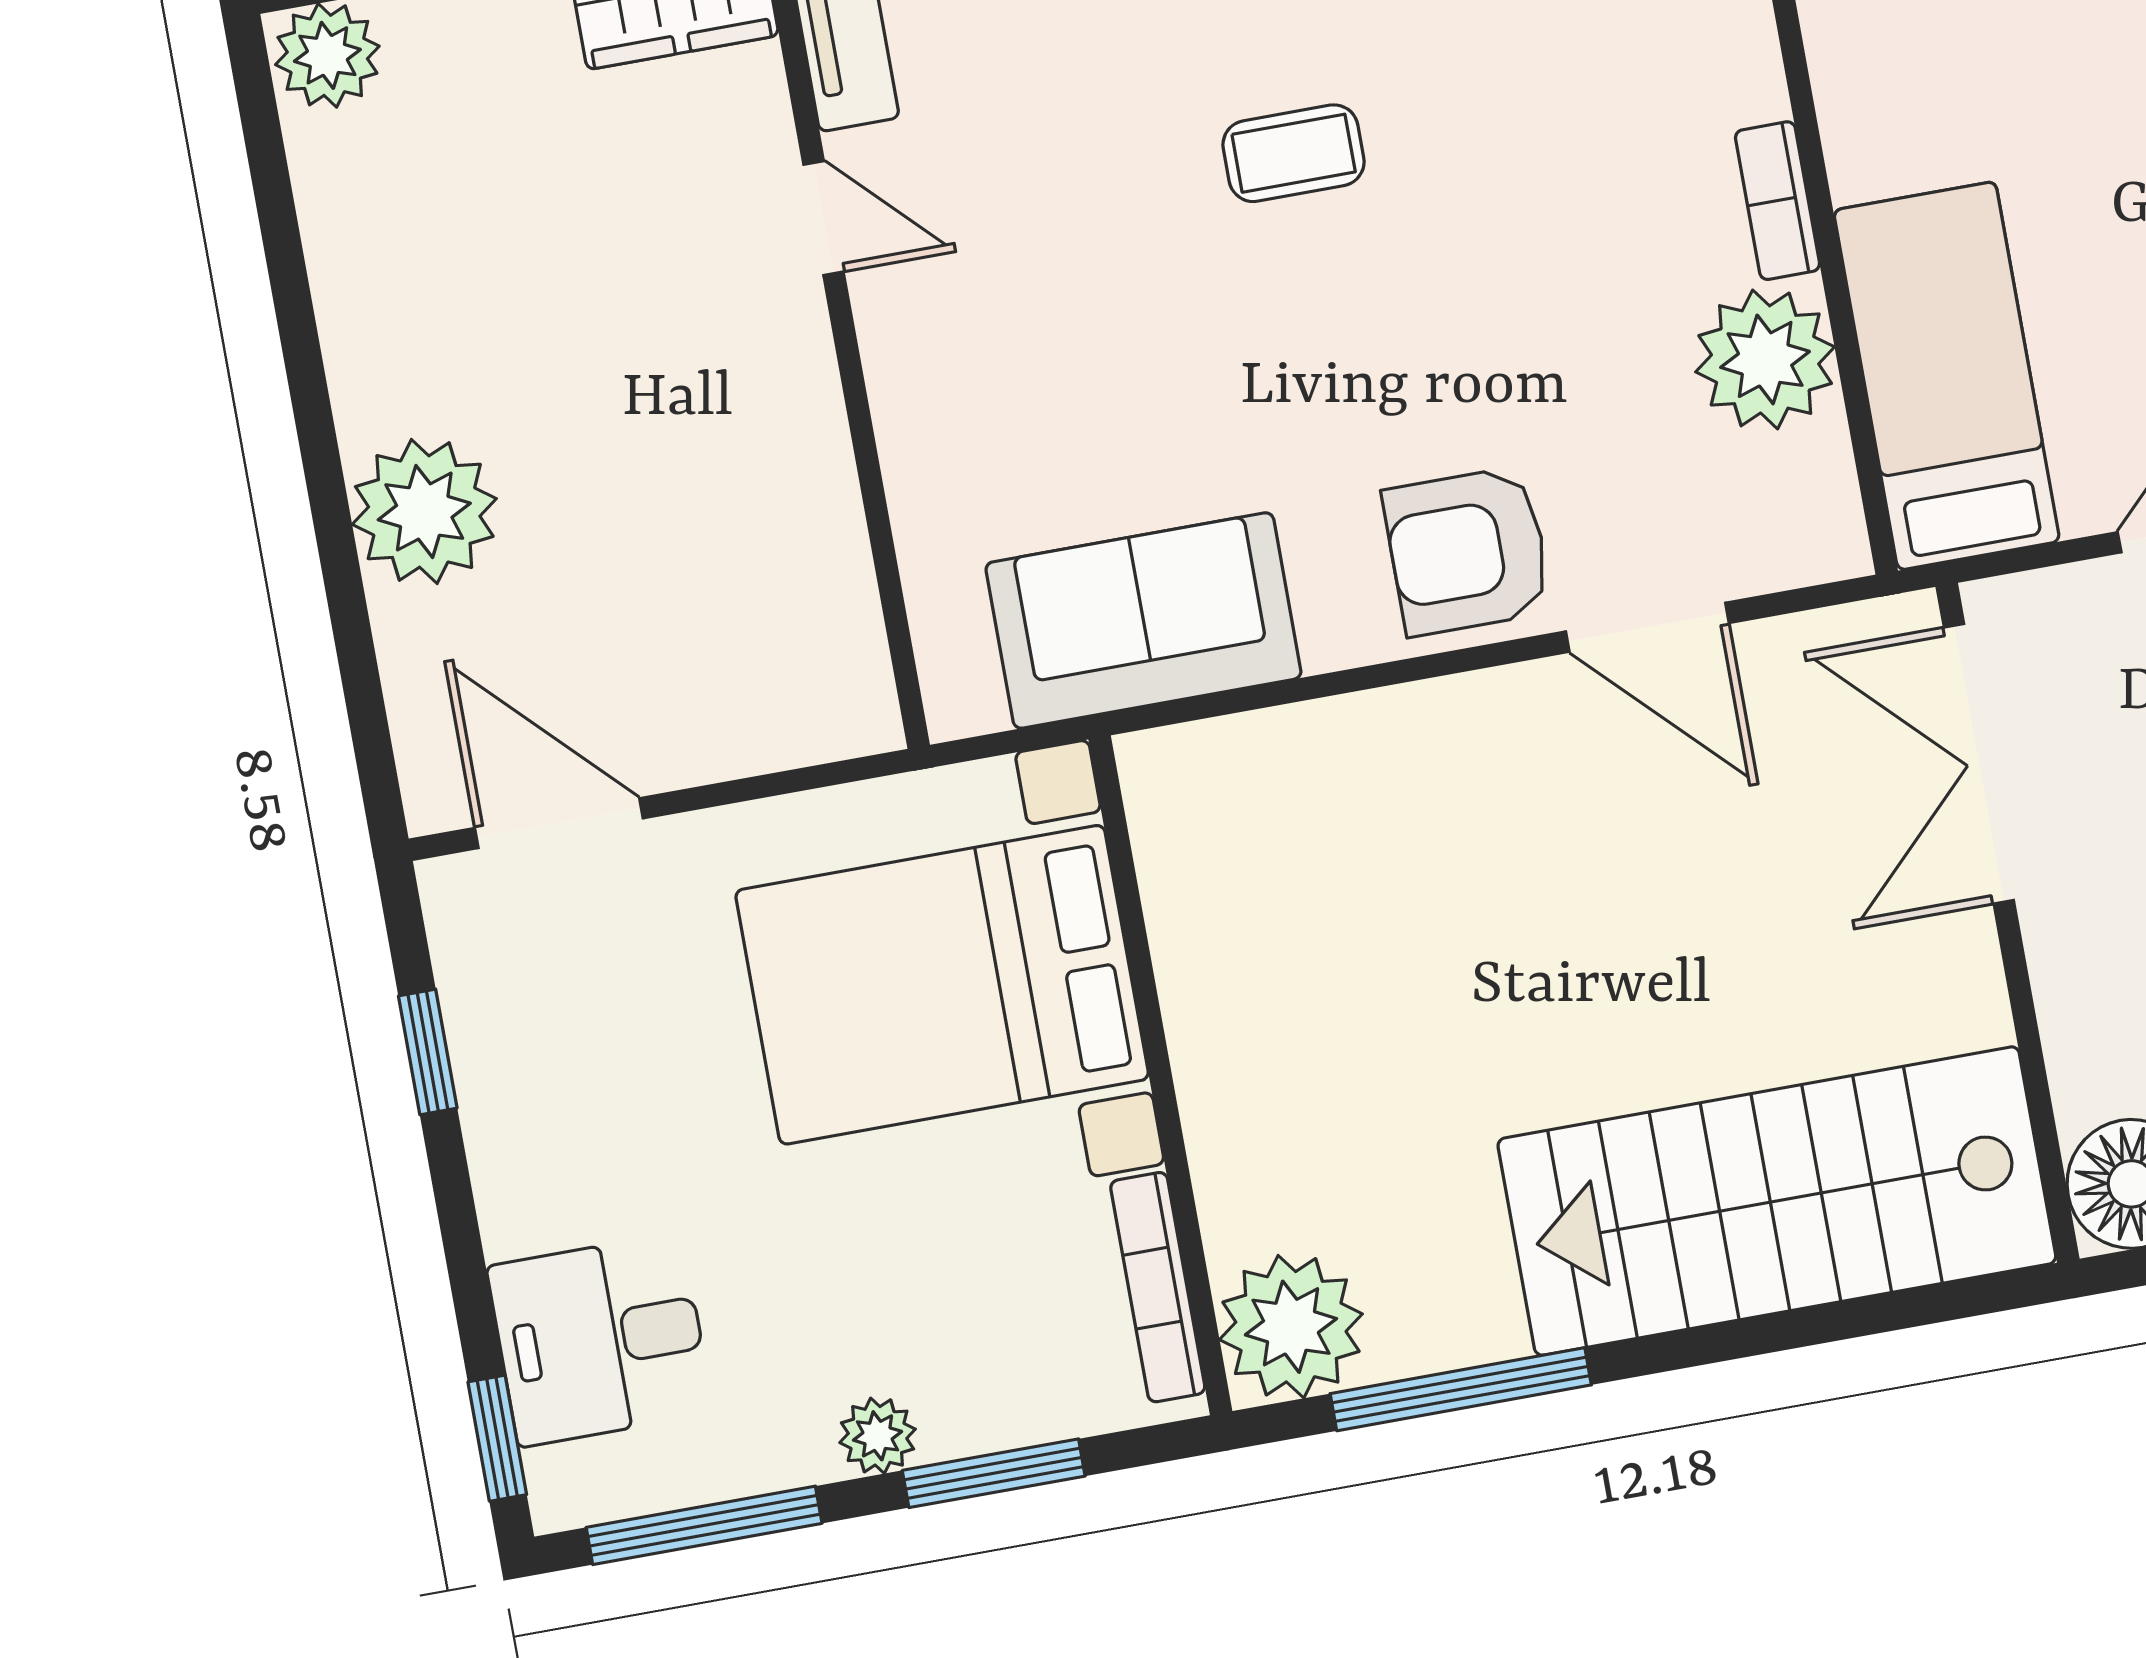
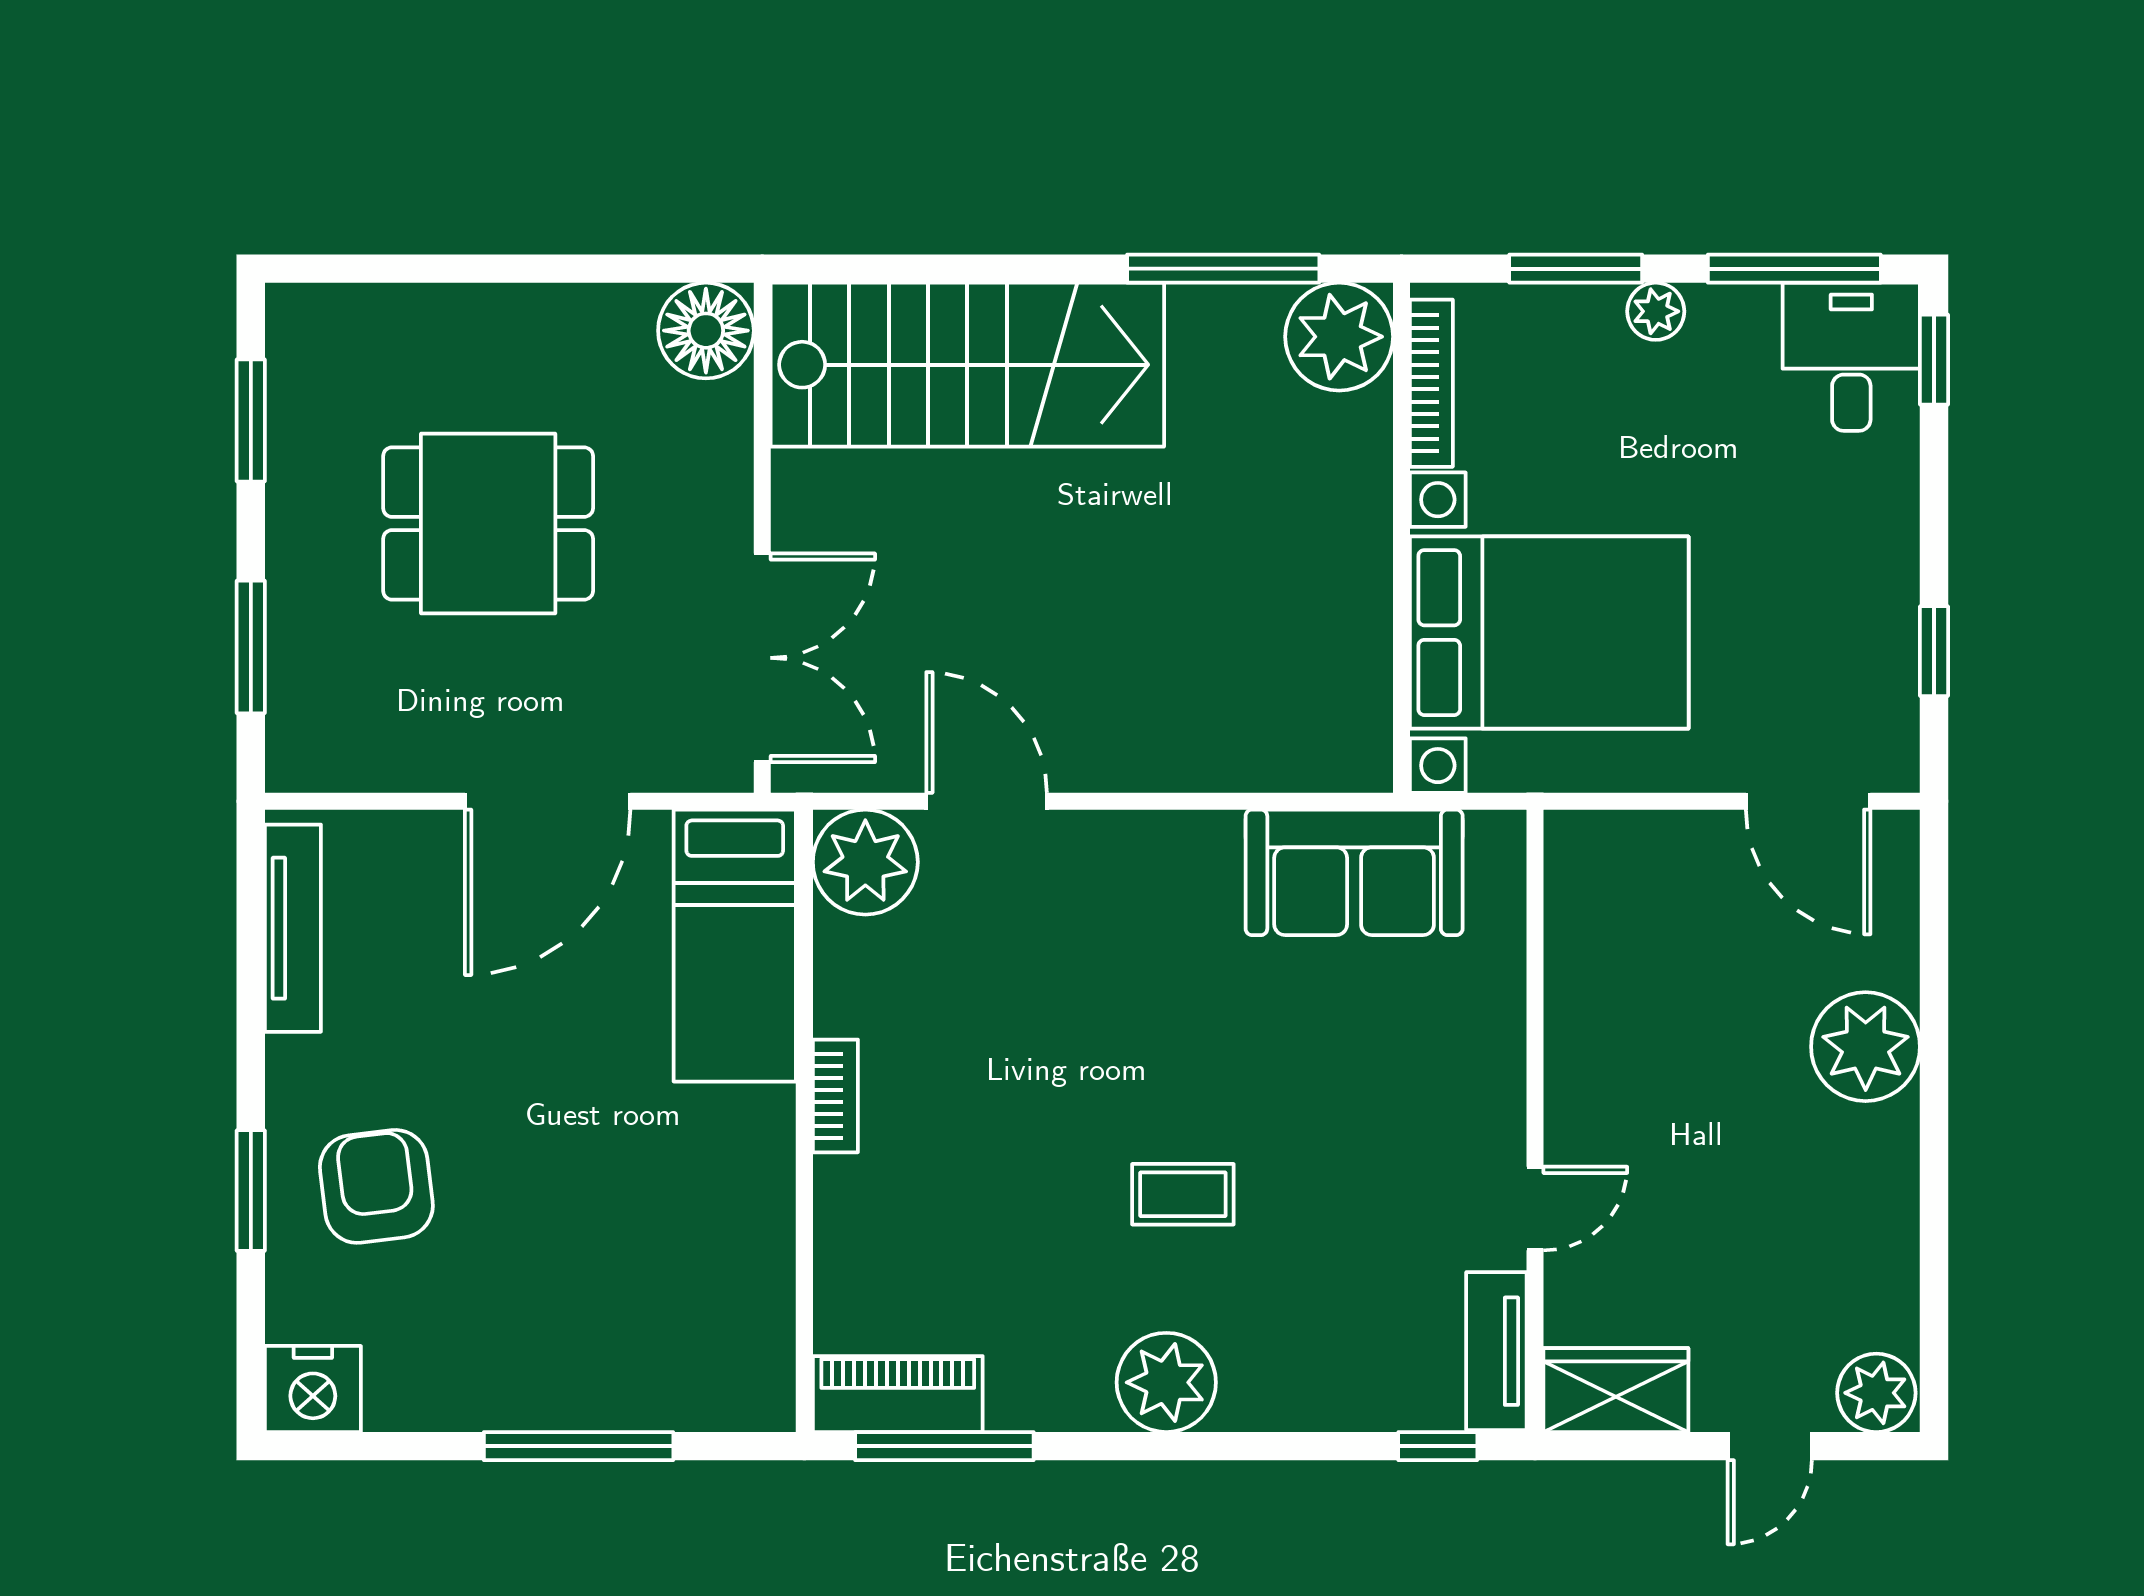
door: (824, 218) -> (1535, 1209), swing flipped
plant: (1765, 359) -> (865, 862), moved
armchair: (1467, 551) -> (1108, 881), removed
desk: (600, 1340) -> (1851, 357), moved, turned -90

